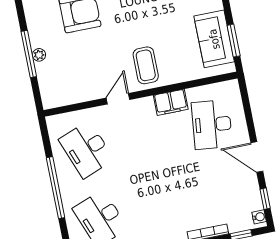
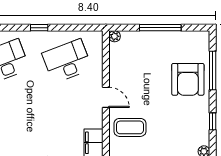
plant: (39, 55) -> (114, 36), moved
window: (56, 188) -> (39, 28), width x0.32

